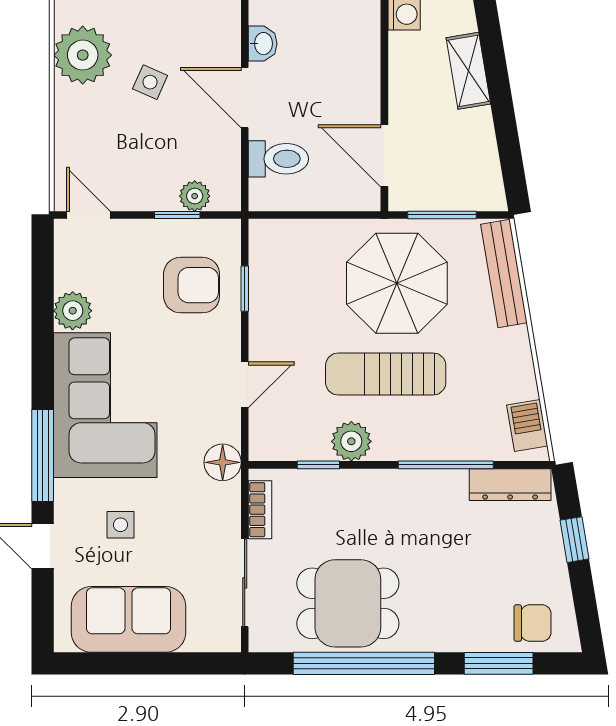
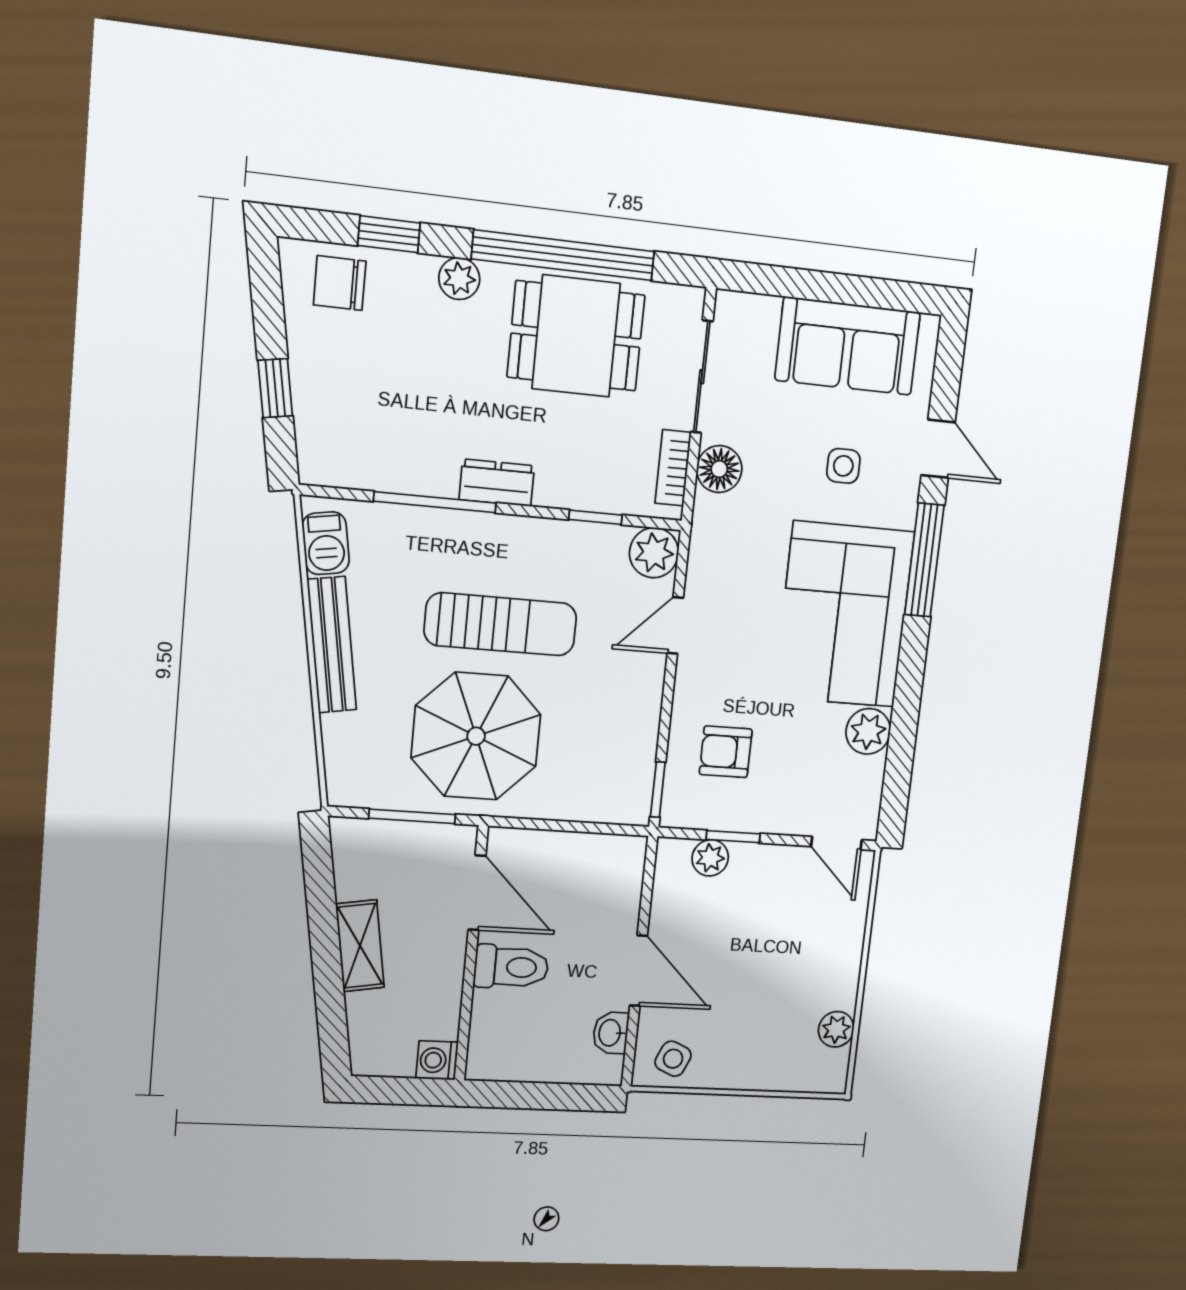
plant: (83, 55) -> (836, 1029), width x0.53, depth x0.53
shelving: (468, 71) -> (360, 946), moved
side table: (150, 82) -> (673, 1059), moved
toilet: (278, 159) -> (511, 967), moved, turned 180
bench: (504, 274) -> (332, 645), moved
armchair: (192, 285) -> (726, 752), width x0.72, depth x0.72
window: (245, 289) -> (658, 790), moved
plant: (351, 441) -> (654, 553), moved
floor lamp: (223, 462) -> (719, 469), moved
dresser: (510, 485) -> (497, 483), moved, width x0.70
plant: (442, 637) -> (459, 279), added
window: (499, 663) -> (389, 234), width x0.67

